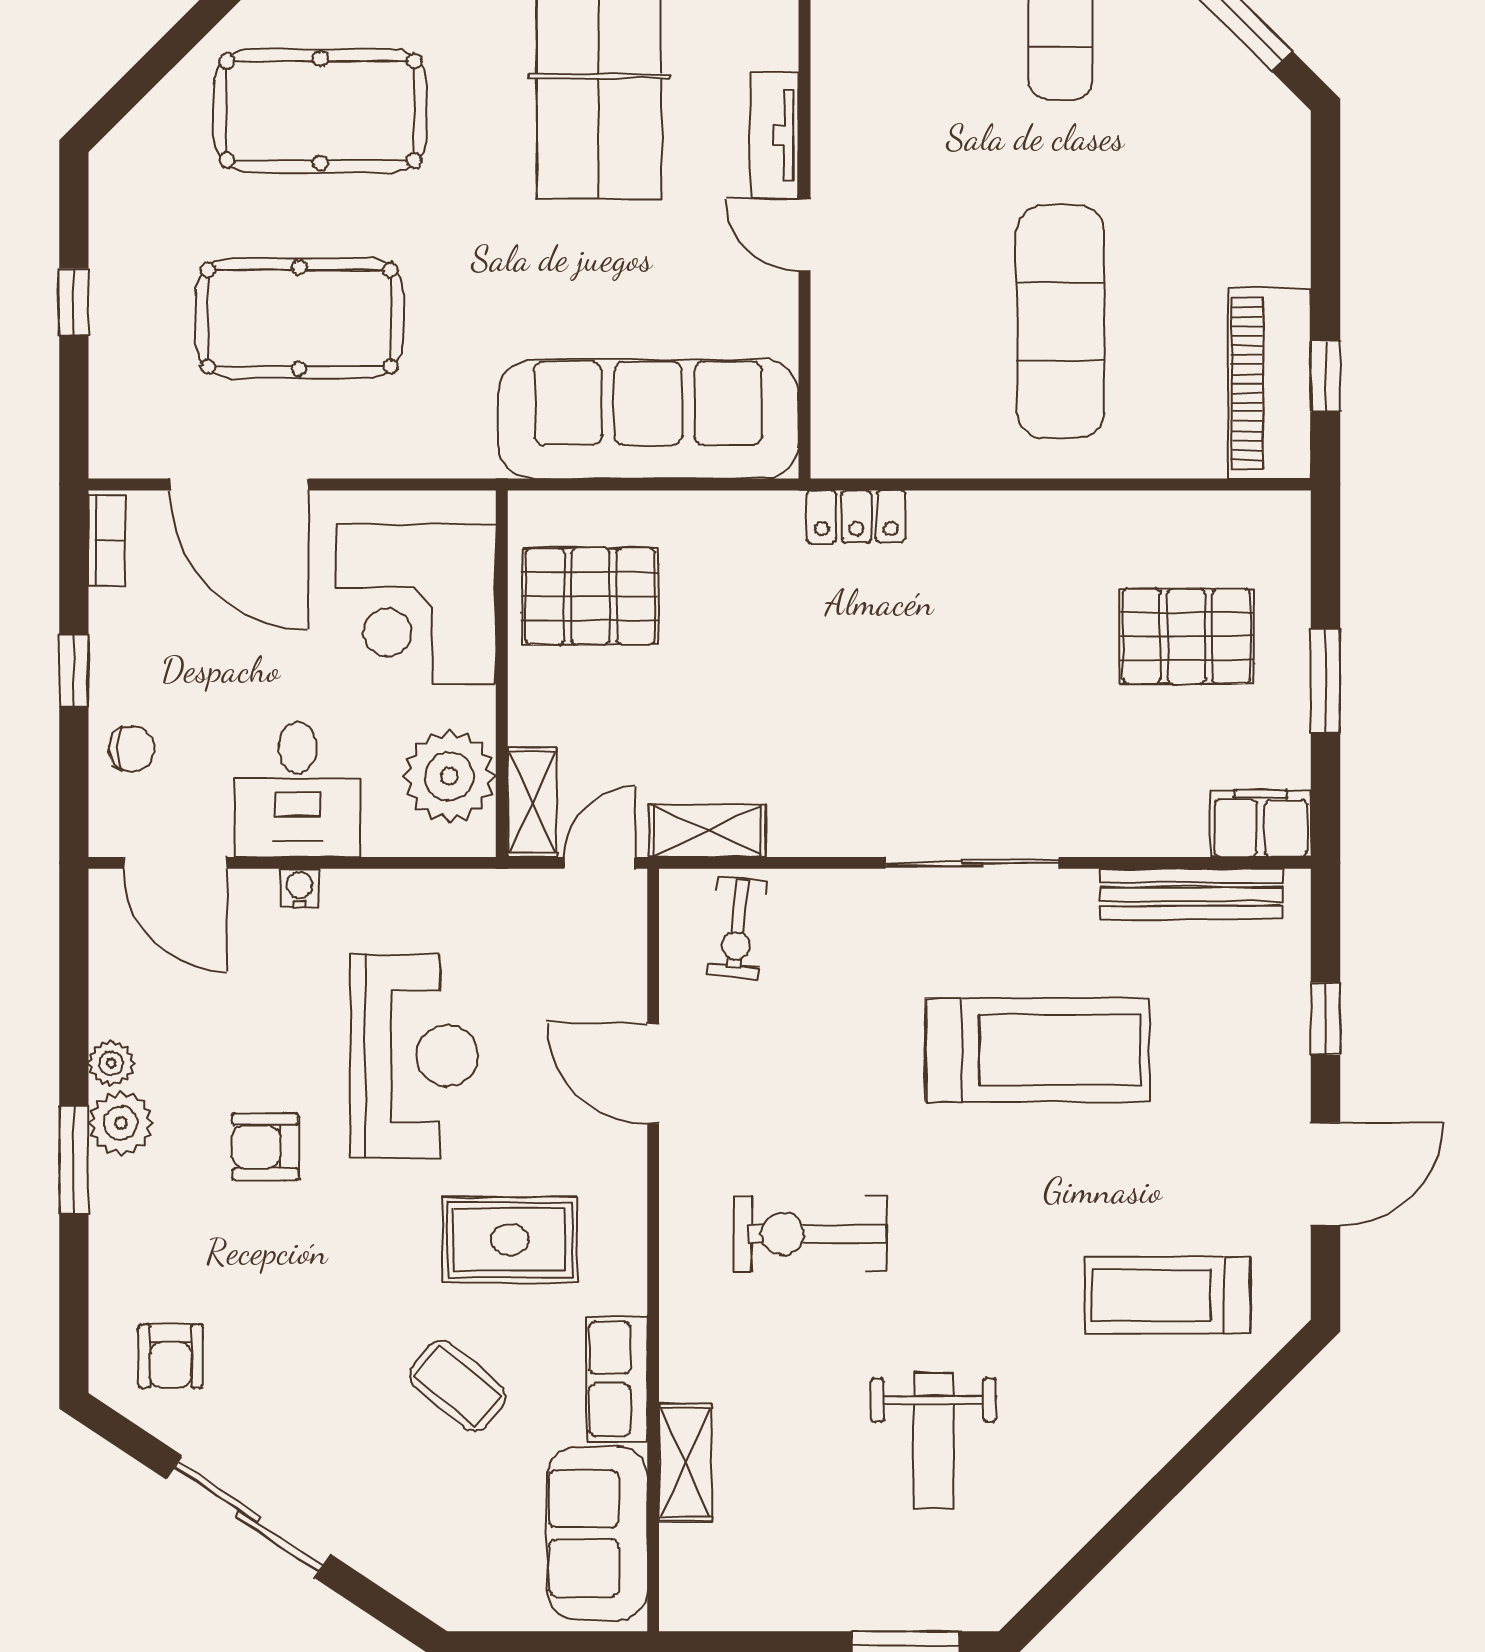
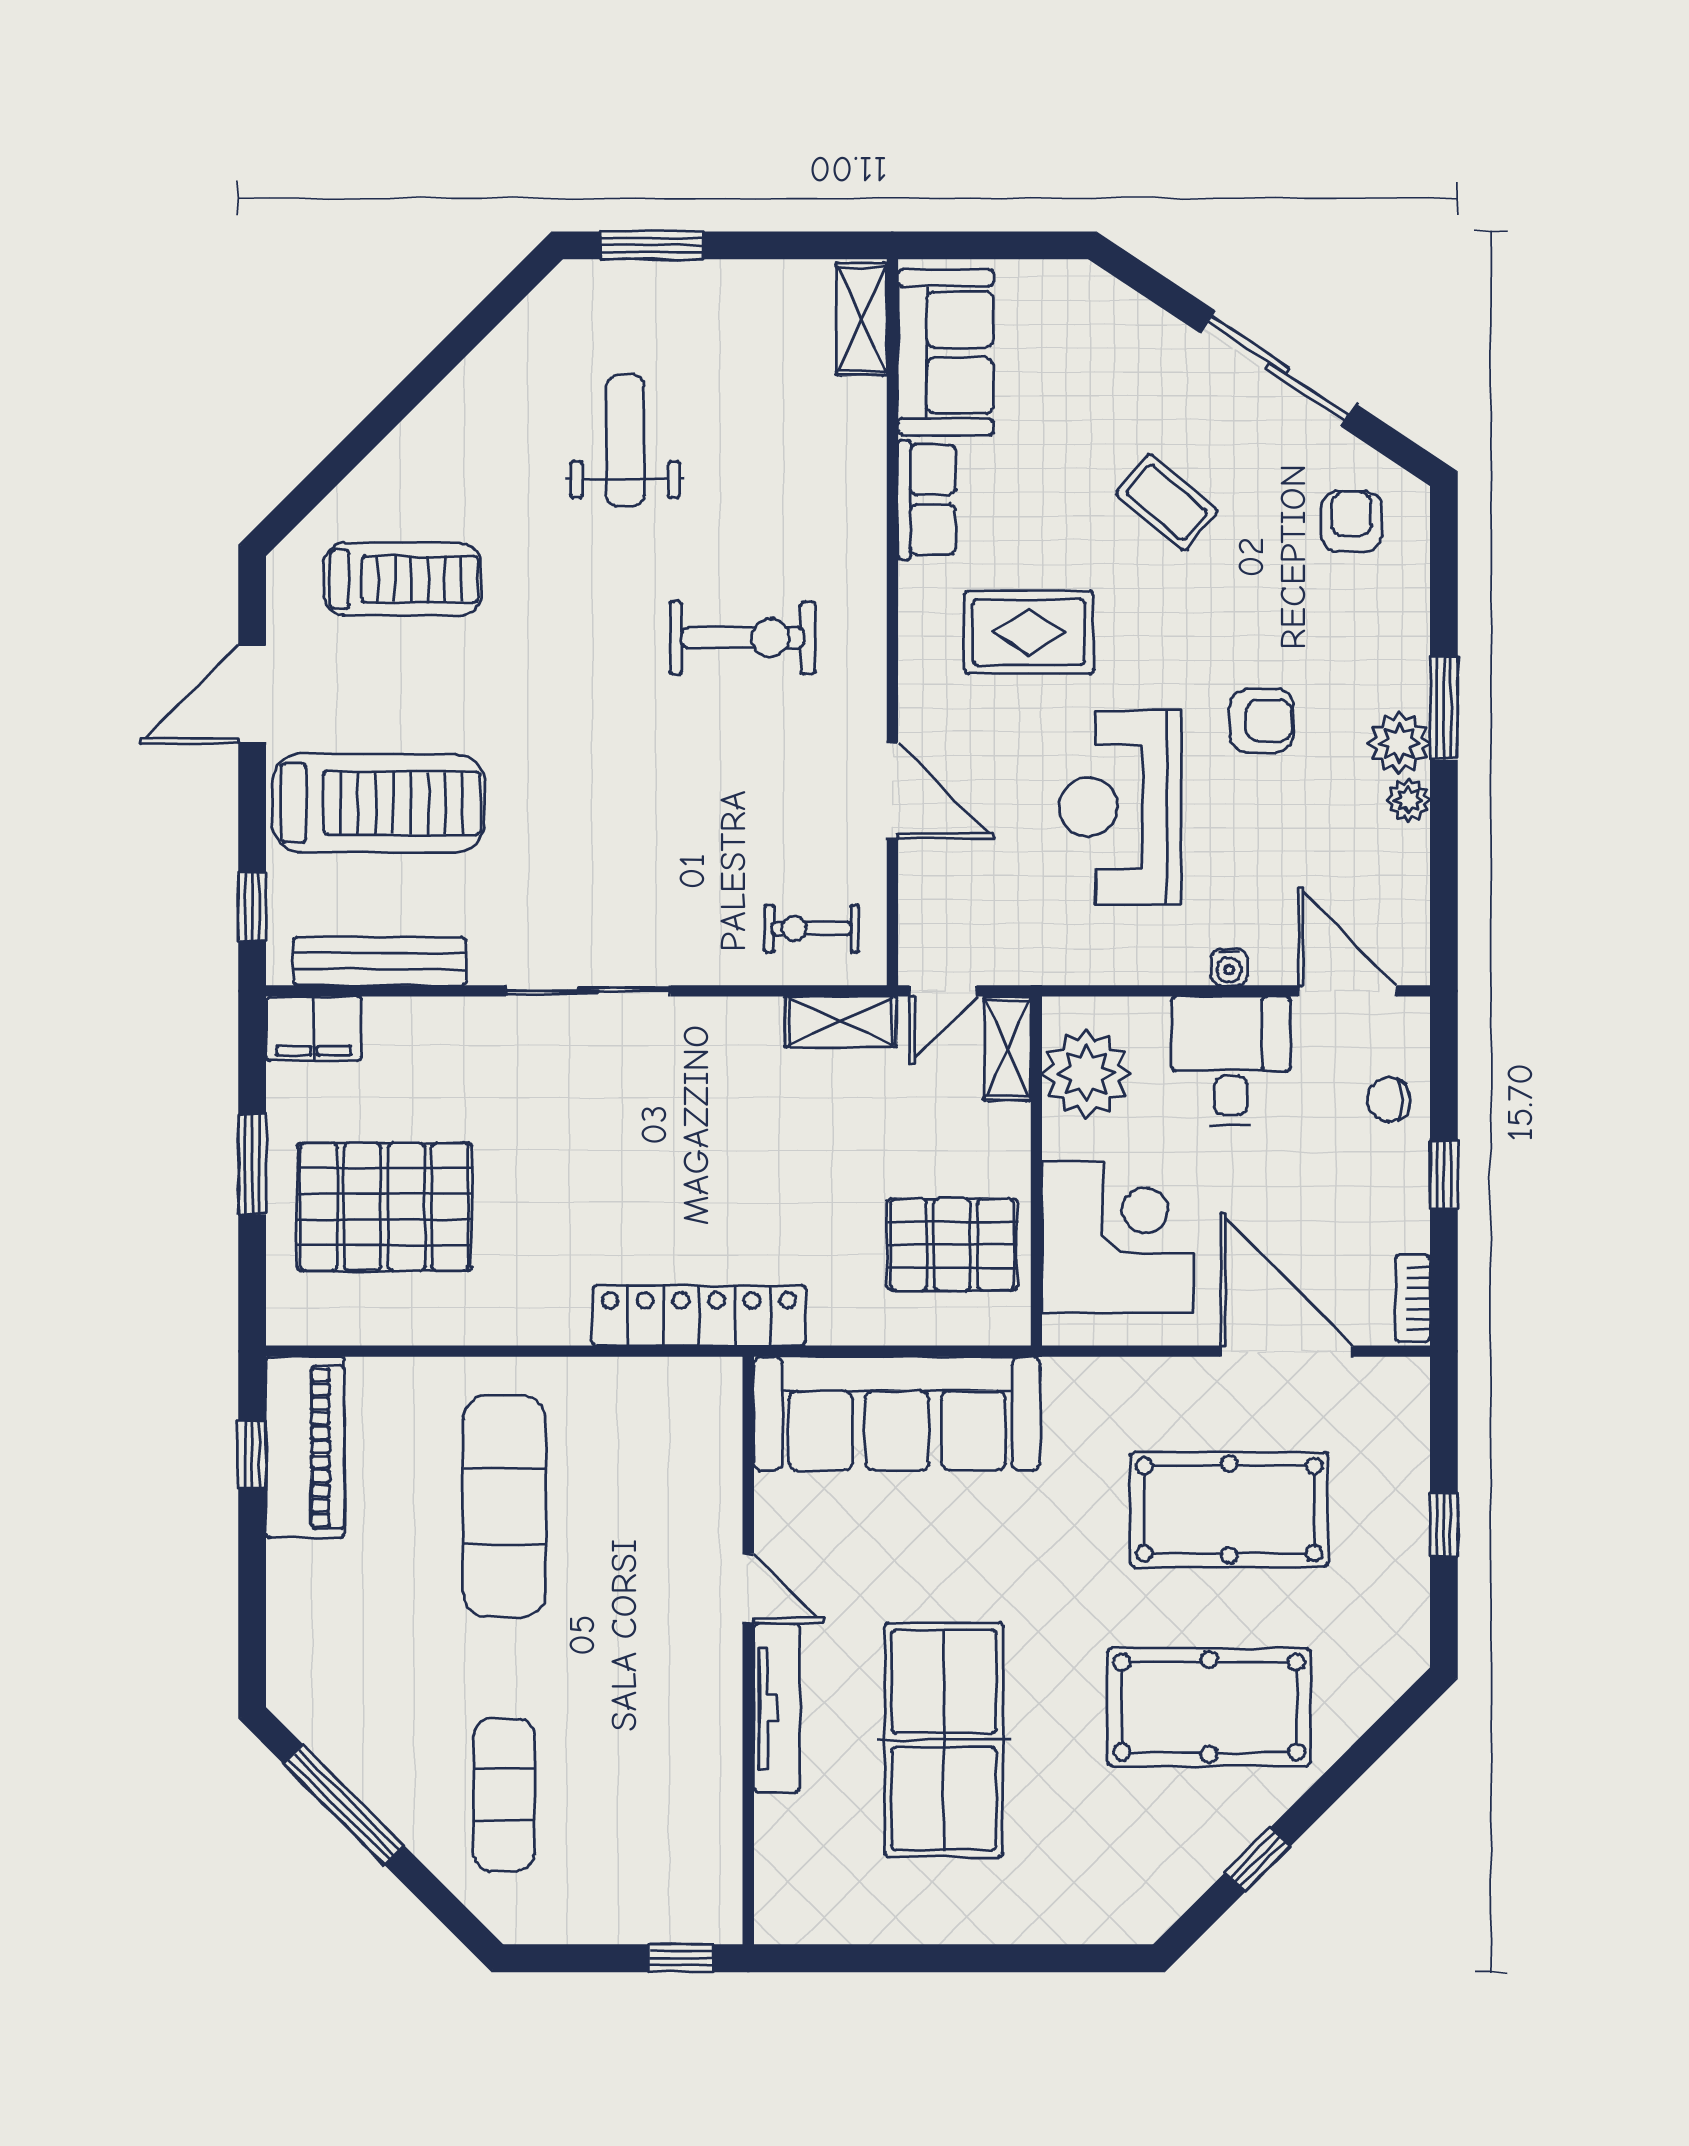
tv unit: (775, 135) -> (777, 1708), width x1.41
locker: (856, 517) -> (699, 1315), width x2.16, depth x1.21
pallet: (1187, 636) -> (384, 1207), width x1.37, depth x1.41
exercise bike: (738, 928) -> (812, 929), turned -96
window: (1325, 1019) -> (252, 907), moved
treadmill: (1037, 1050) -> (378, 803), moved, turned 180
coffee table: (458, 1386) -> (1167, 502), moved
shelving: (685, 1462) -> (862, 319), moved

